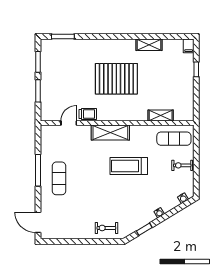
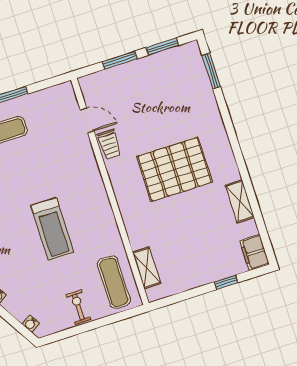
filing cabinet: (189, 46) -> (254, 252), width x2.00
pallet: (116, 79) -> (175, 169), turned 90
shelving: (161, 116) -> (147, 268), moved
shelving: (110, 132) -> (93, 186), removed
treadmill: (129, 166) -> (52, 229), turned 180

